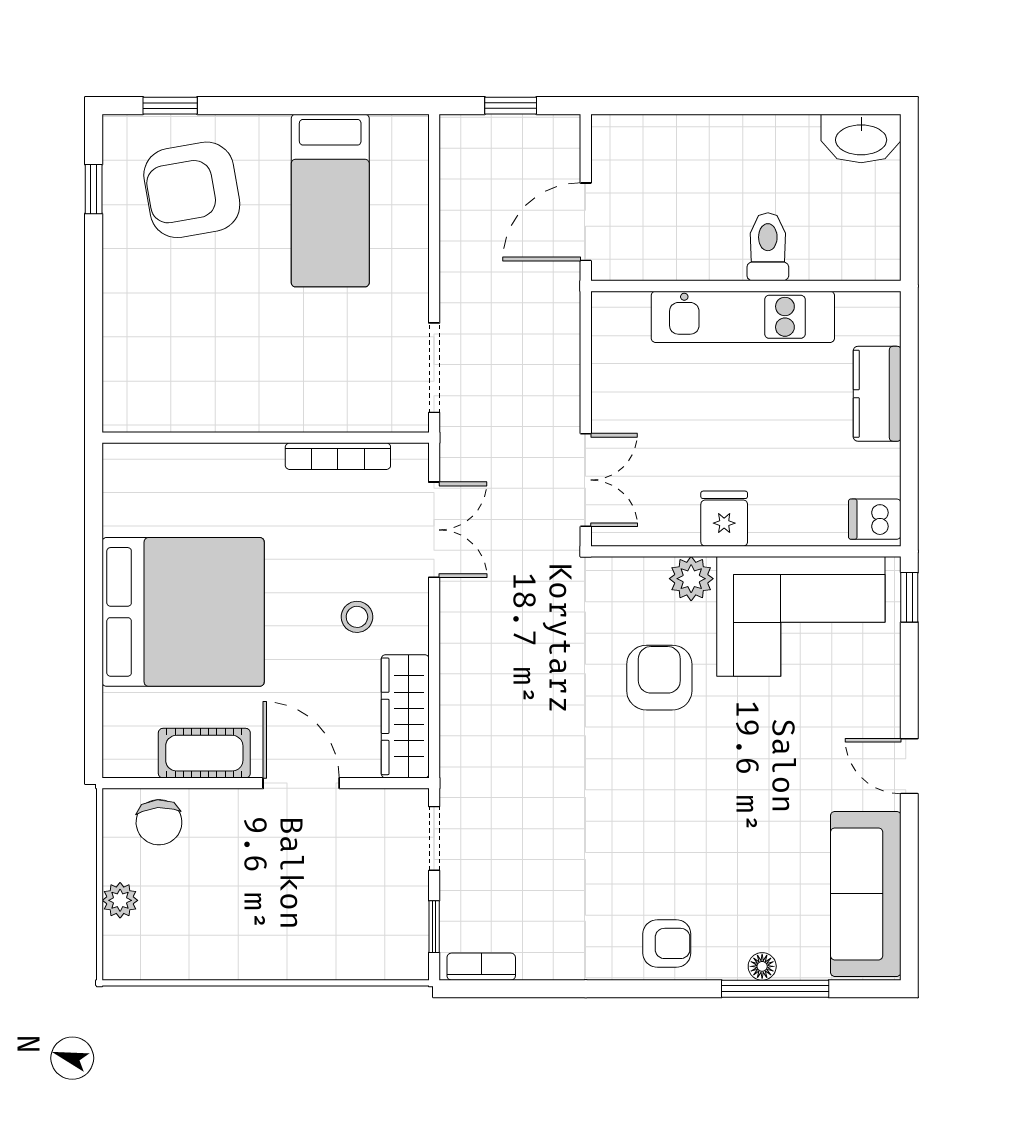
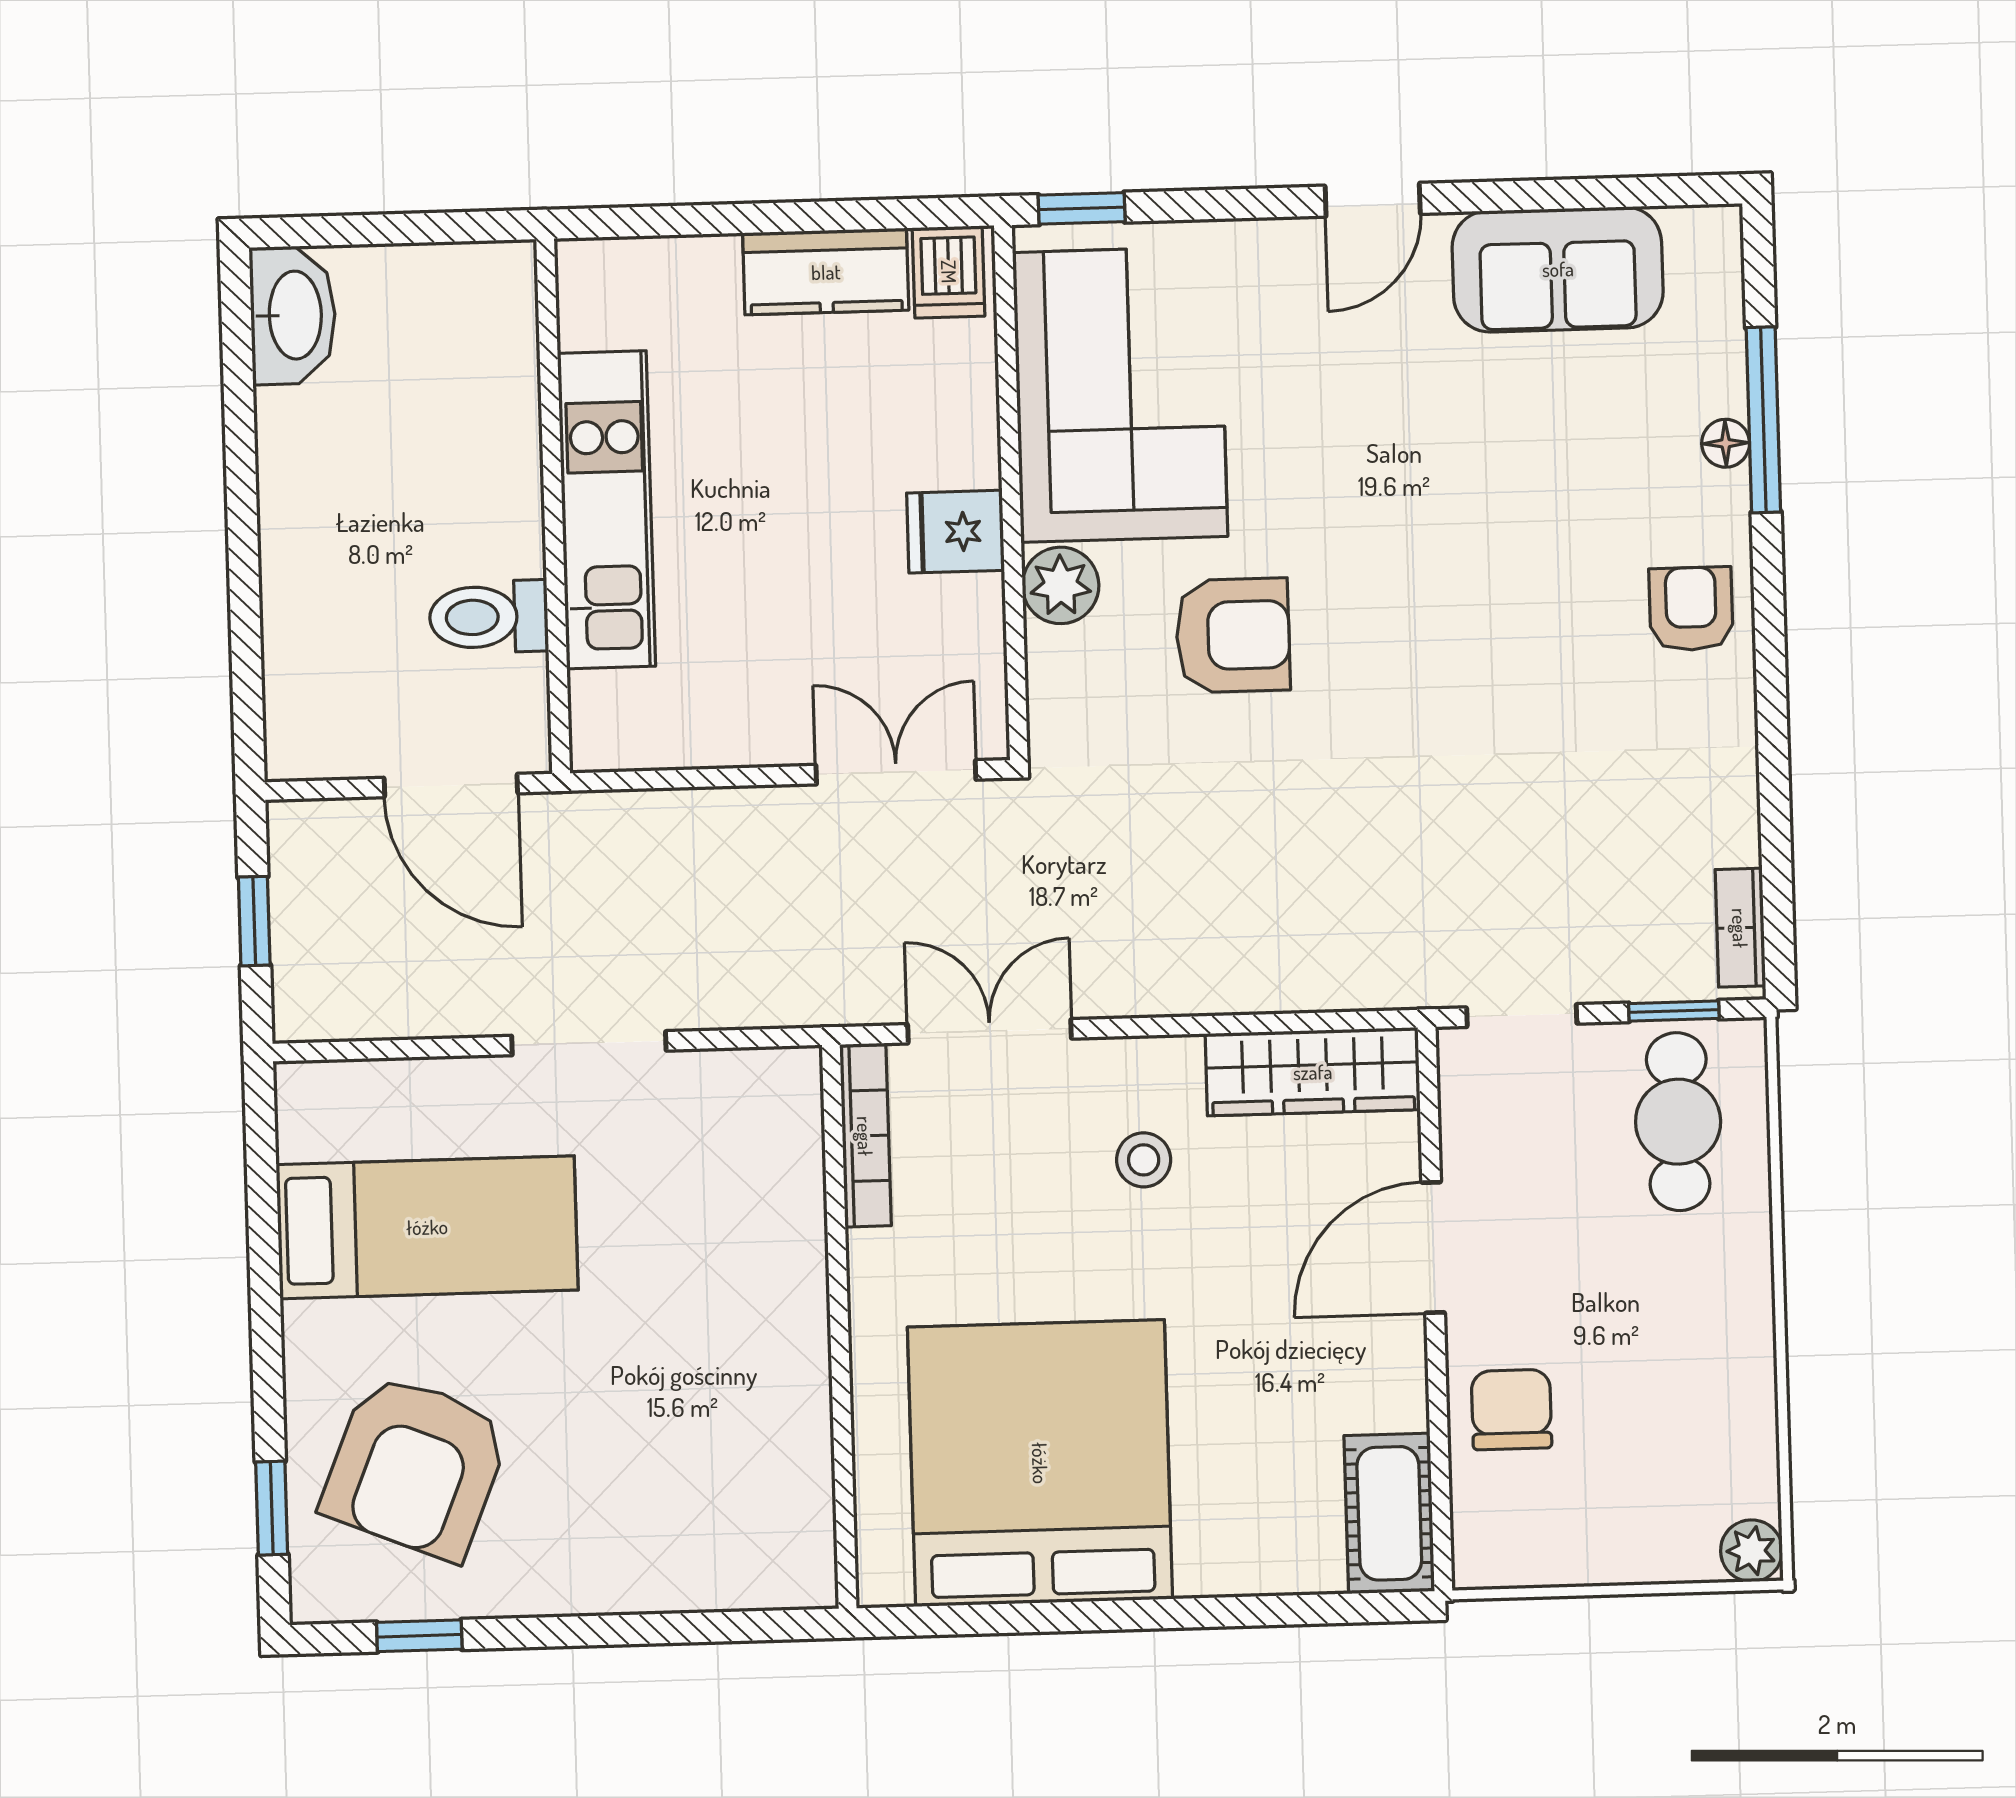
armchair: (192, 190) -> (416, 1466), turned 32
toilet: (768, 247) -> (489, 617), moved
doorway: (434, 368) -> (589, 1043), moved
kitchen counter: (877, 394) -> (826, 272), moved
bookcase: (338, 456) -> (865, 1136), moved
bed: (183, 612) -> (1040, 1463), moved
armchair: (659, 678) -> (1233, 635), turned 180
cot: (204, 753) -> (1389, 1513), moved
chair: (159, 822) -> (1511, 1410), moved, turned -86
sofa: (866, 894) -> (1558, 269), width x0.73
plant: (120, 900) -> (1751, 1551), moved
cafe table: (370, 927) -> (1678, 1122), added

